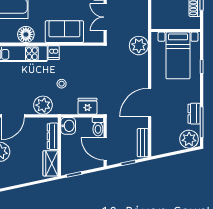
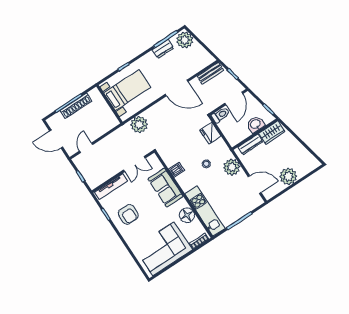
dishwasher: (54, 53) -> (177, 170), moved
washbasin: (68, 126) -> (255, 124), moved

